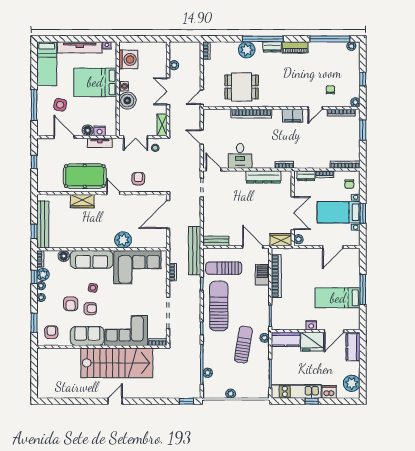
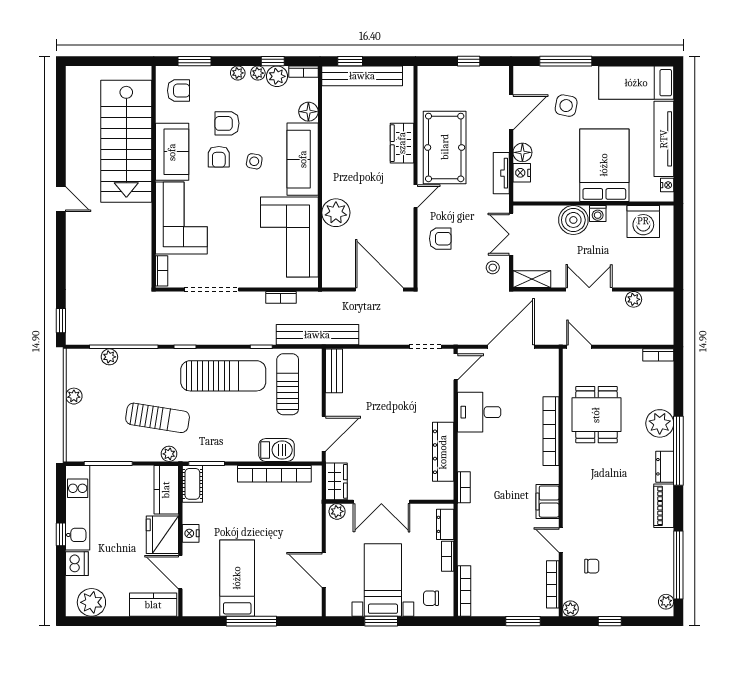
door: (202, 137) -> (511, 347), width x1.88
cot: (282, 324) -> (192, 484), added
stairs: (117, 363) -> (126, 141), moved

